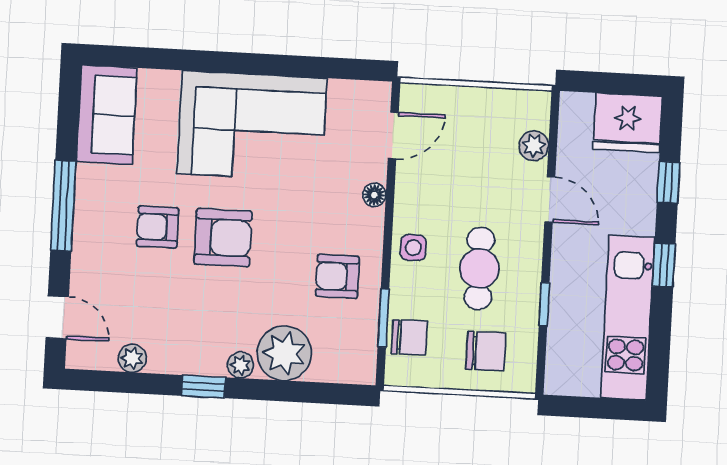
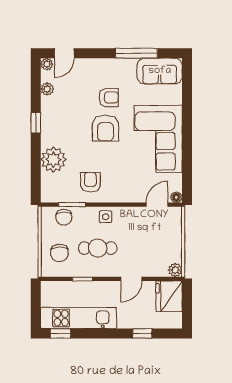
fridge: (628, 123) -> (169, 296), moved
door: (393, 136) -> (157, 205), swing flipped
plant: (534, 146) -> (175, 270), moved
floor lamp: (374, 195) -> (176, 197), moved
window: (63, 206) -> (136, 53), moved
armchair: (158, 227) -> (109, 98), turned 90
window: (664, 265) -> (60, 334), moved
plant: (240, 365) -> (47, 64), moved

